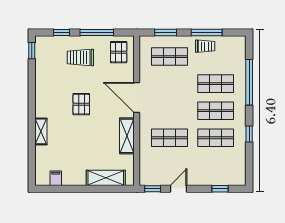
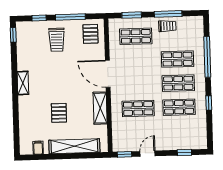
trolley: (80, 57) -> (57, 40), turned -90
pallet: (81, 104) -> (59, 113), moved
shelving: (41, 131) -> (23, 83), moved
shelving: (106, 178) -> (74, 146), width x1.47

